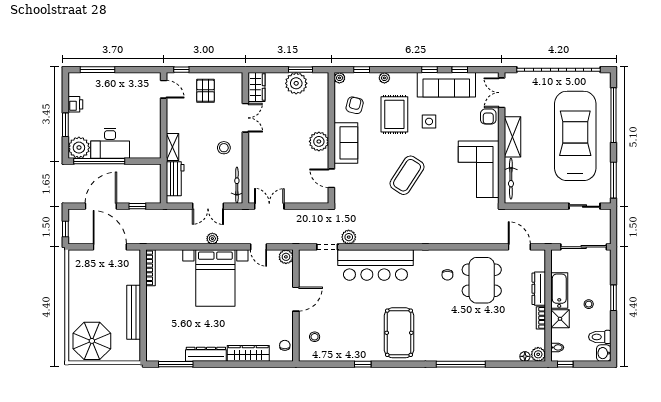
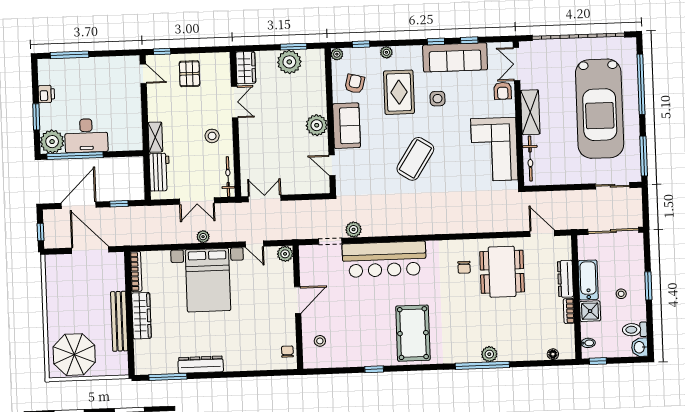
car: (575, 136) -> (600, 109), turned 180
wardrobe: (248, 353) -> (141, 316), moved, turned 90
plant: (538, 354) -> (489, 354), moved

